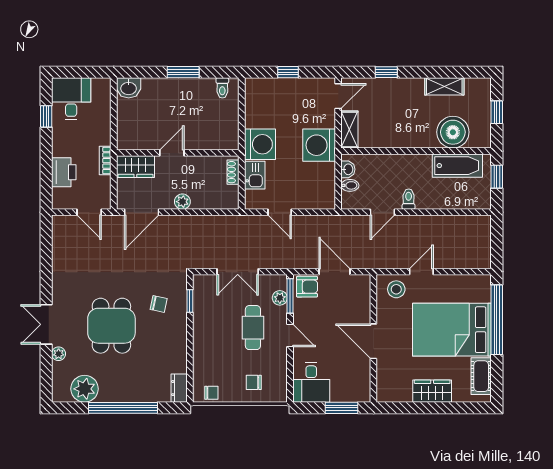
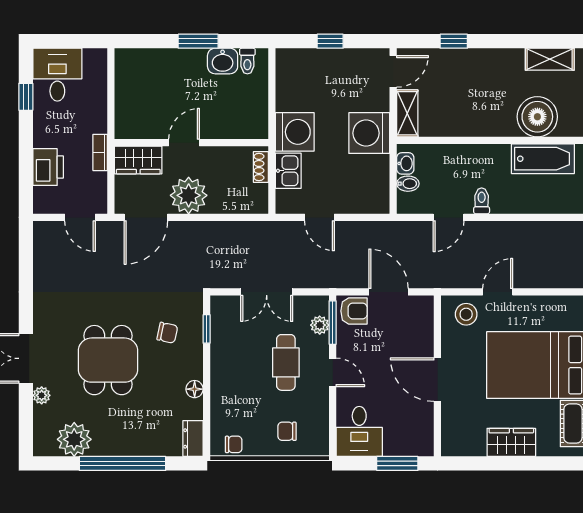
shelving: (444, 86) -> (550, 59), moved
washbasin: (129, 88) -> (223, 61), moved
plant: (182, 202) -> (189, 195), width x1.87, depth x1.87
floor lamp: (180, 349) -> (195, 389), added

